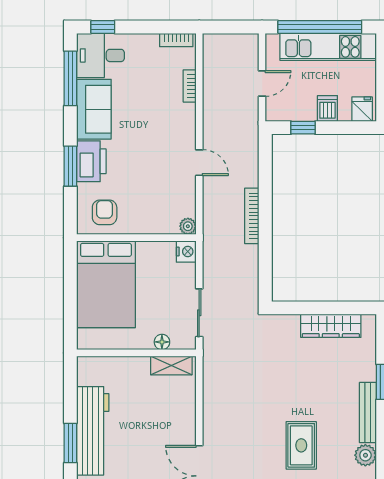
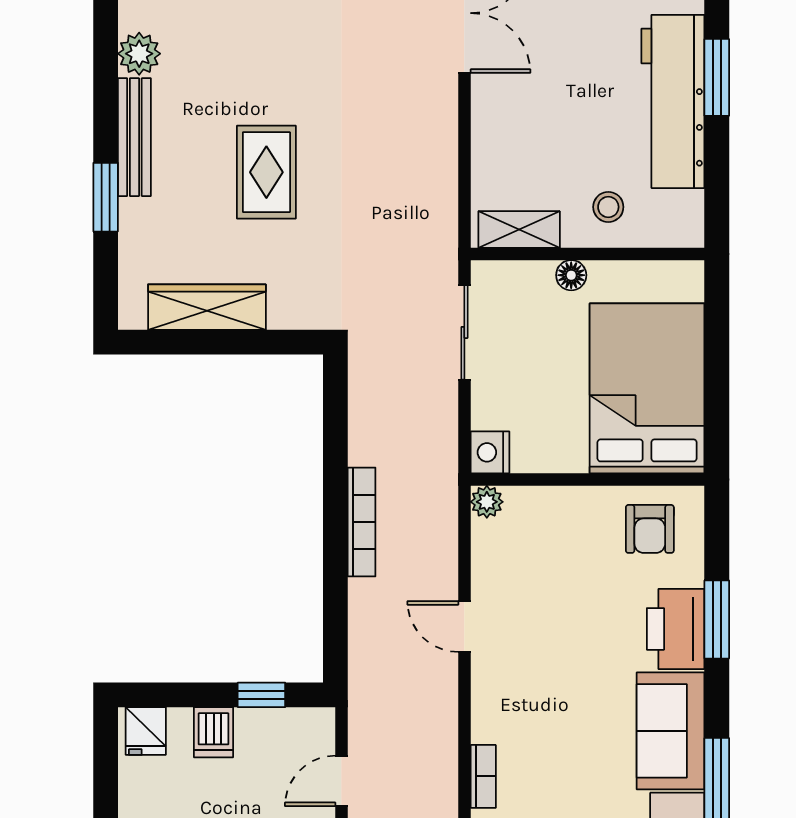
floor lamp: (162, 342) -> (571, 275), moved
stool: (126, 377) -> (608, 207), added
rug: (301, 445) -> (266, 172), moved

